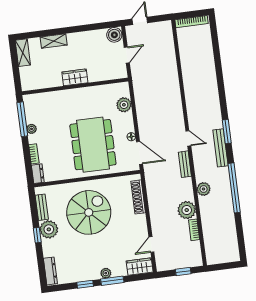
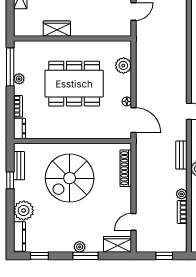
wardrobe: (75, 77) -> (57, 29), moved
dining table: (93, 145) -> (74, 84), moved, turned 90
bench: (185, 164) -> (181, 155), moved
plant: (187, 210) -> (182, 194), width x0.53, depth x0.53
spiral stairs: (89, 212) -> (70, 178), turned 180
plant: (49, 229) -> (24, 210), moved
window: (37, 235) -> (10, 180), moved
window: (85, 284) -> (39, 256), moved

